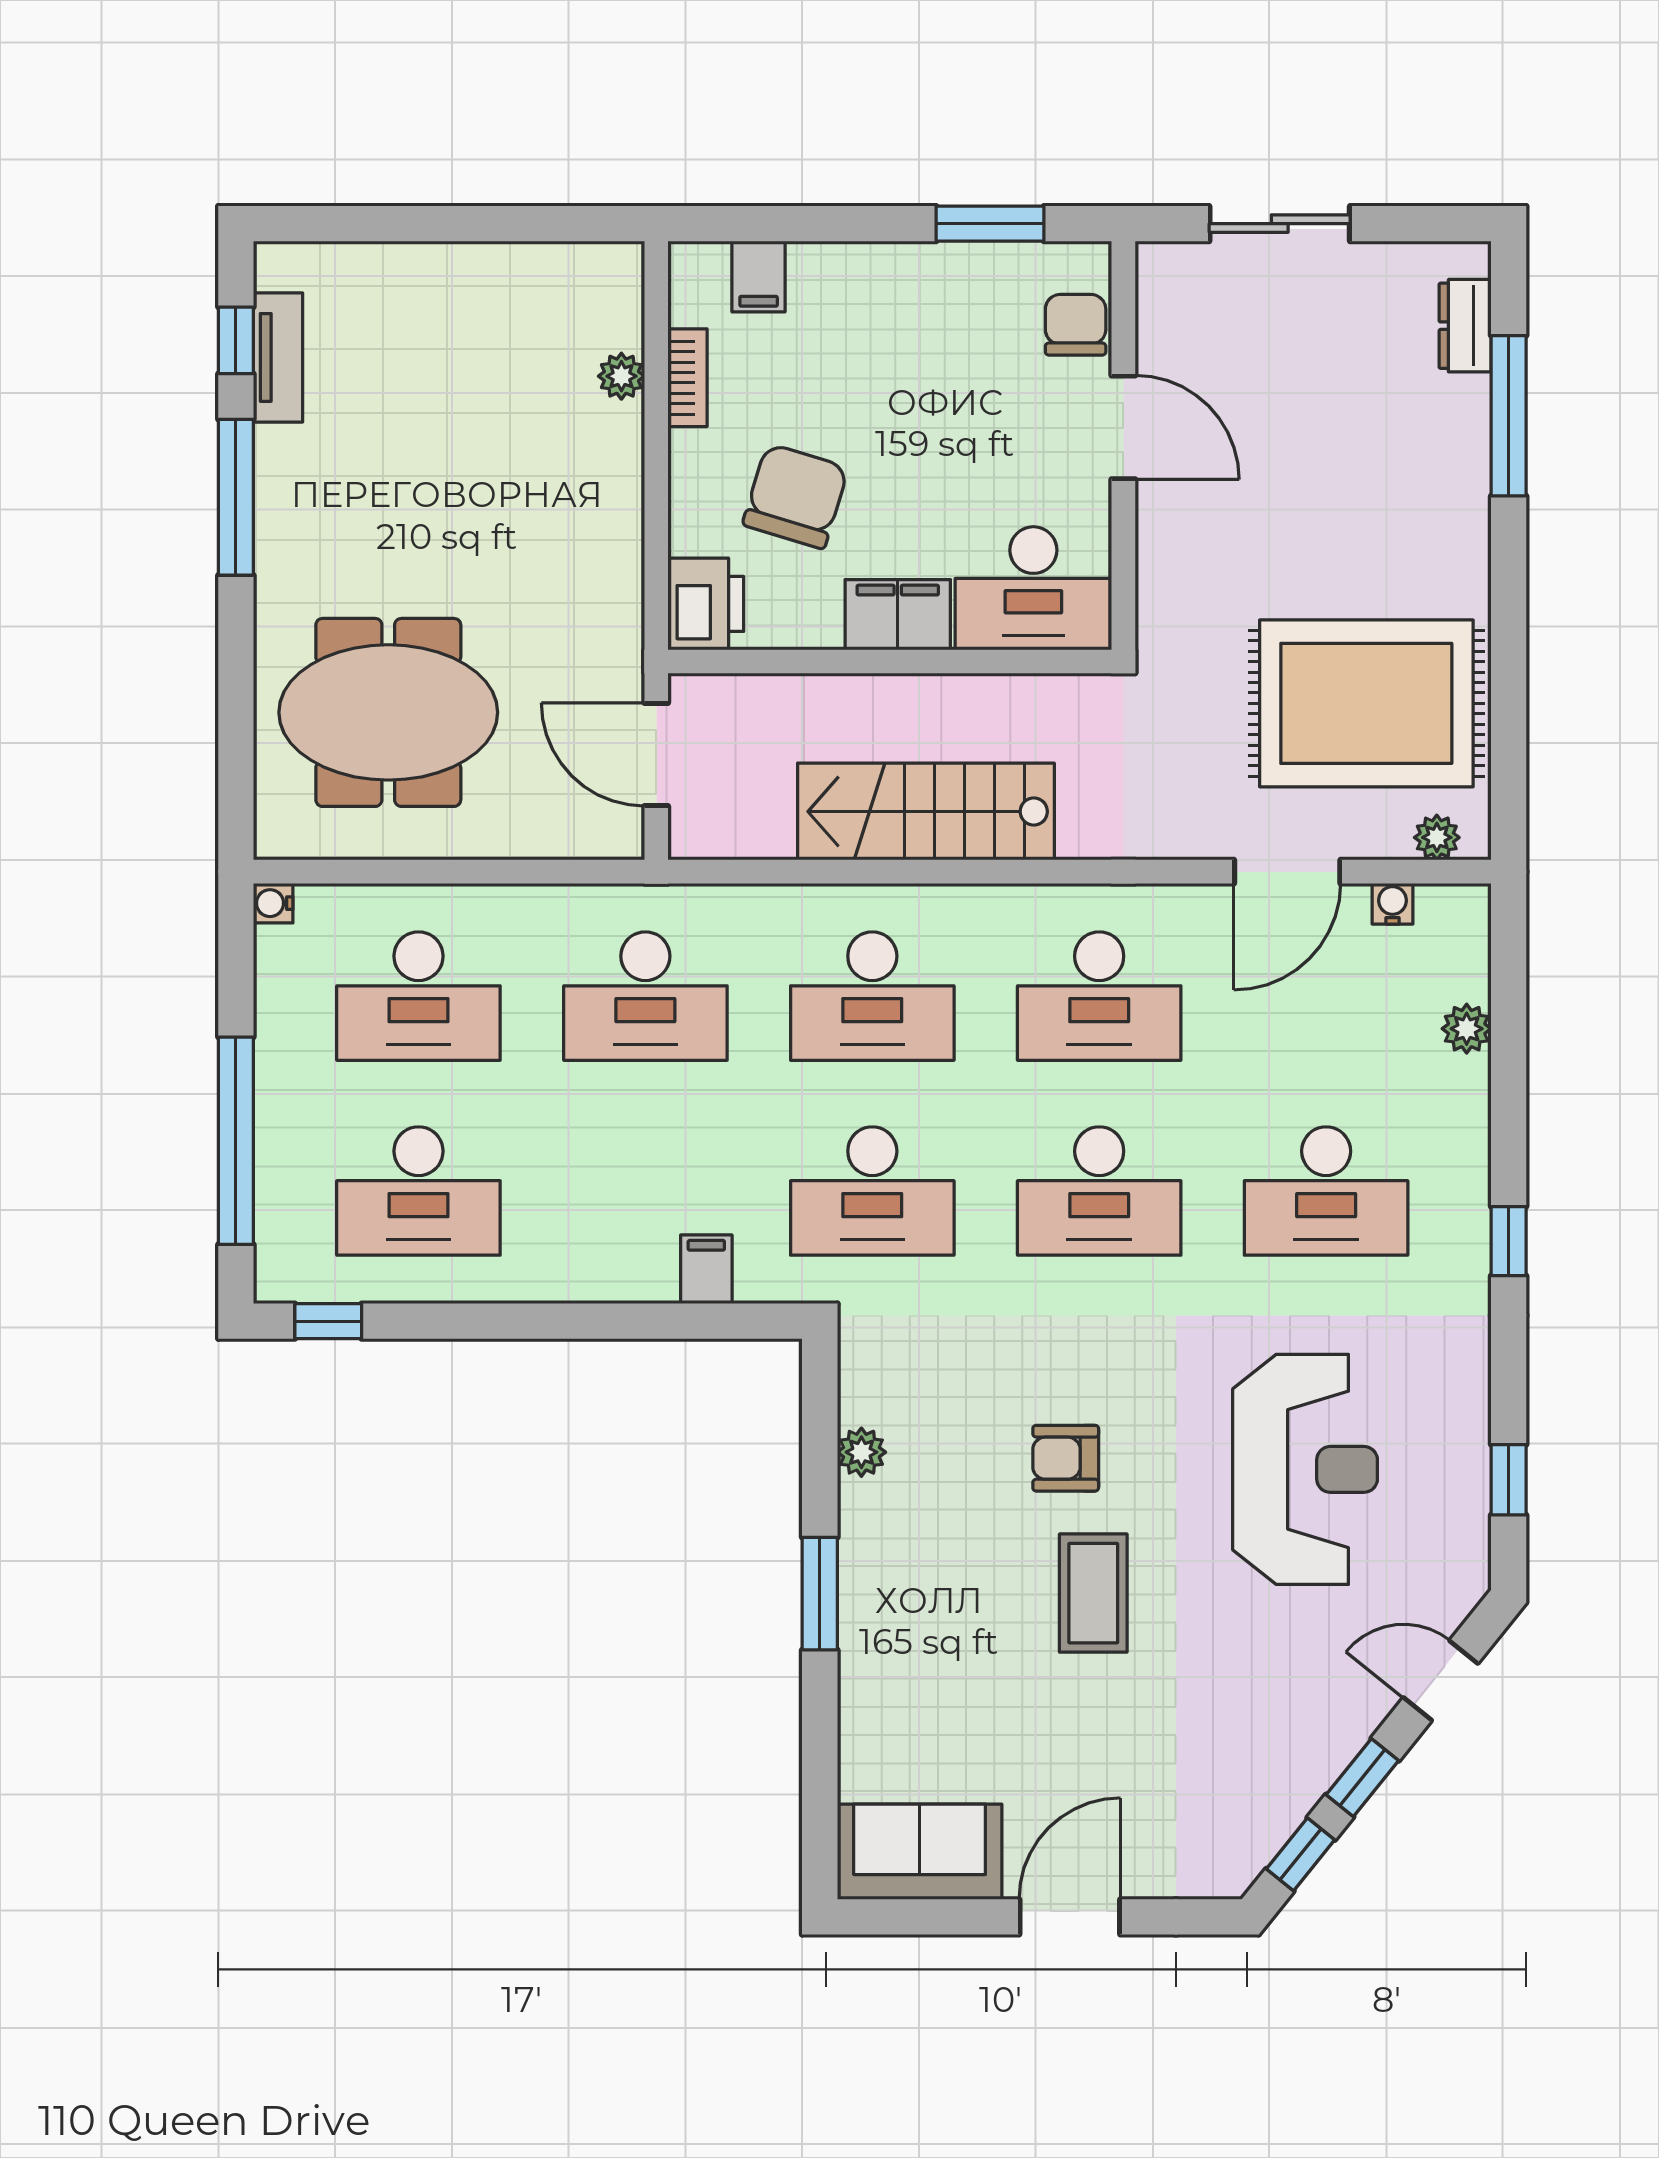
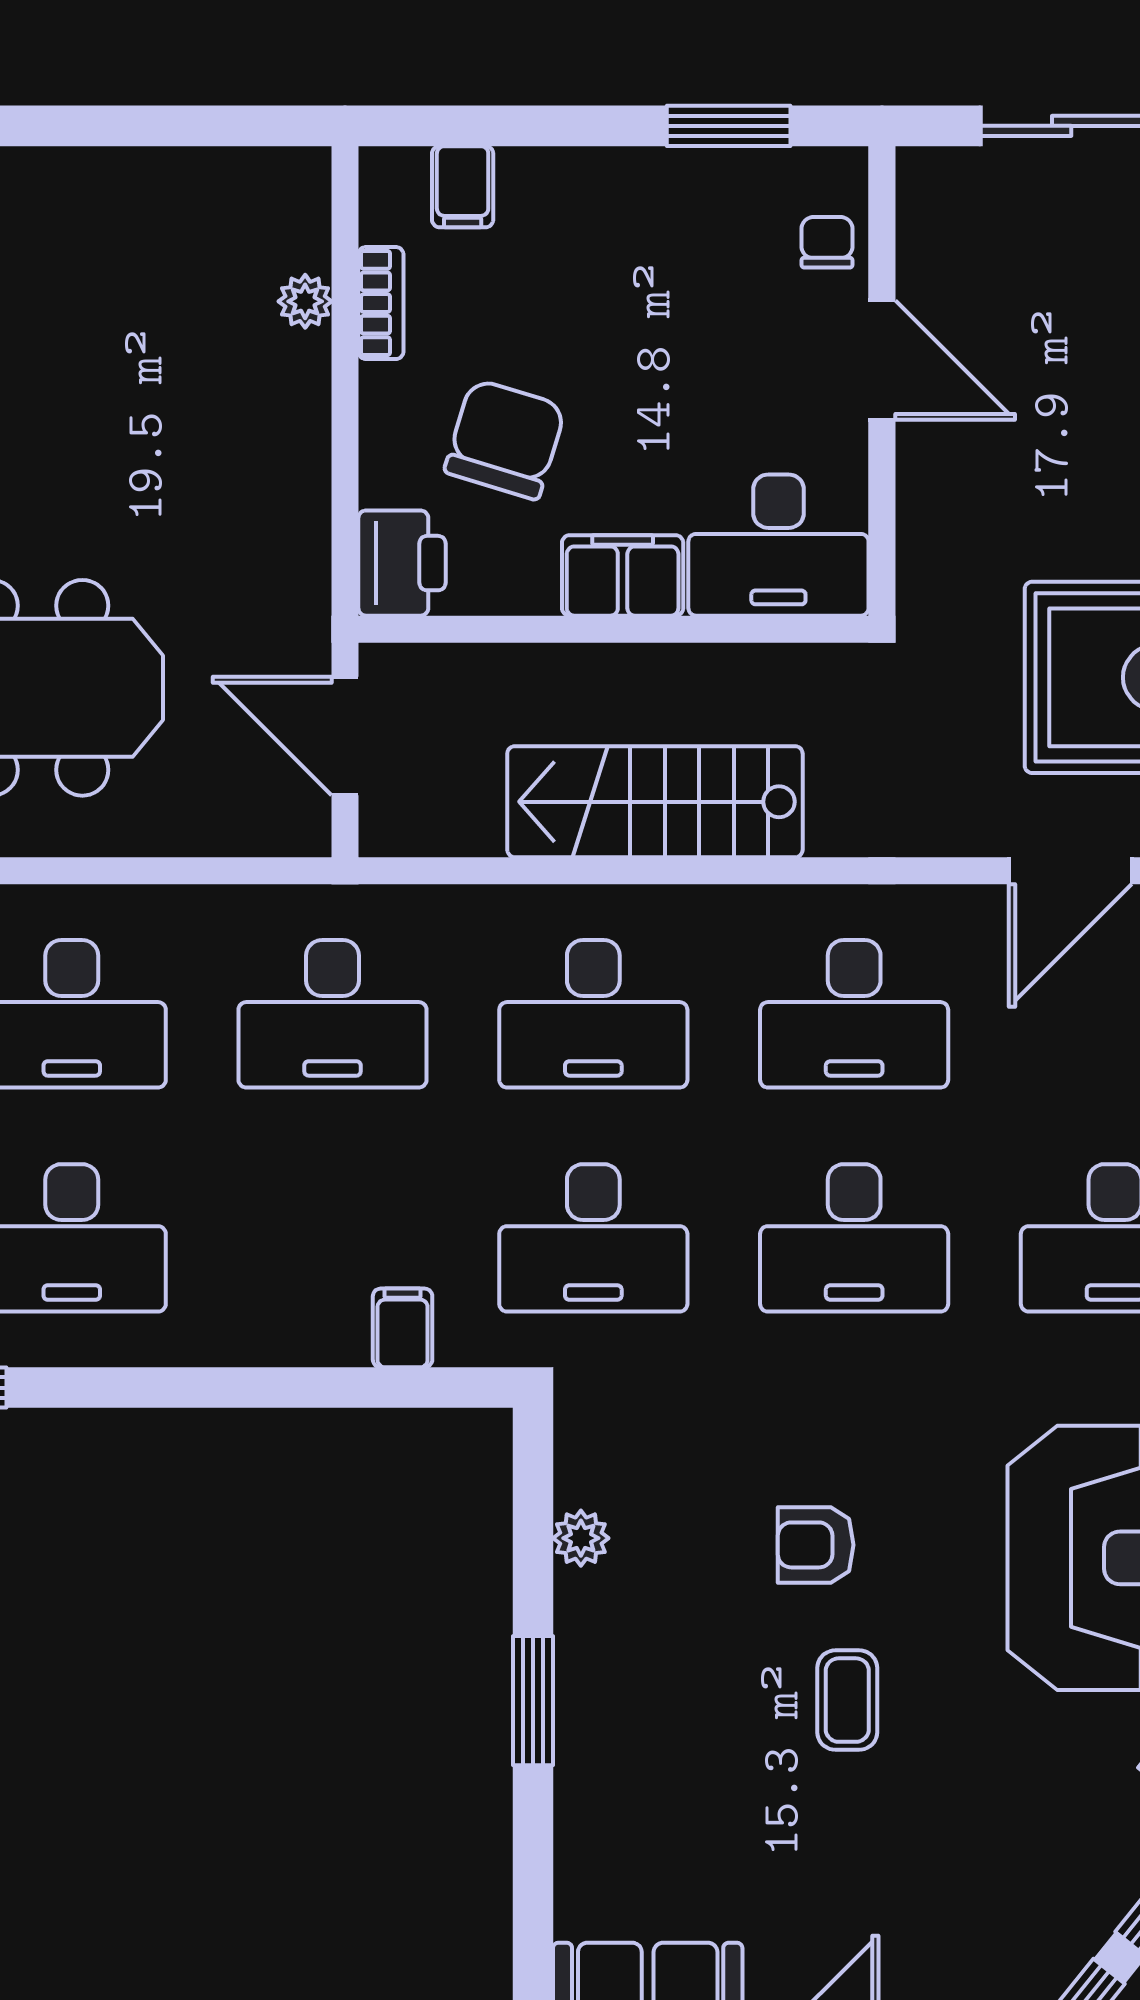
chair: (1076, 325) -> (827, 242), width x0.73, depth x0.73
coffee table: (1093, 1593) -> (847, 1700), width x0.73, depth x0.77

